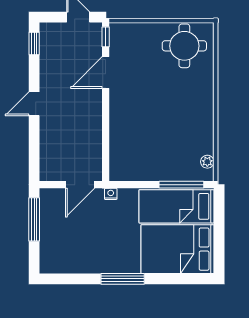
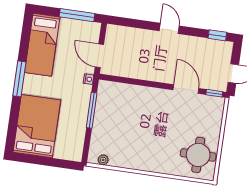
window: (181, 185) -> (92, 110), moved
bed: (177, 206) -> (42, 45), moved, turned 180

